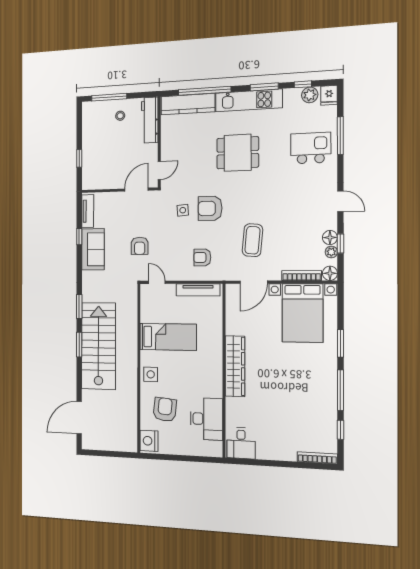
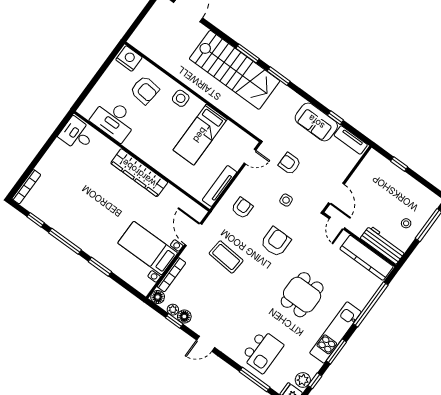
kitchen counter: (188, 104) -> (367, 258), moved, turned -90
side table: (183, 210) -> (286, 200), moved
bed with nightstands: (302, 313) -> (148, 248), width x0.73

